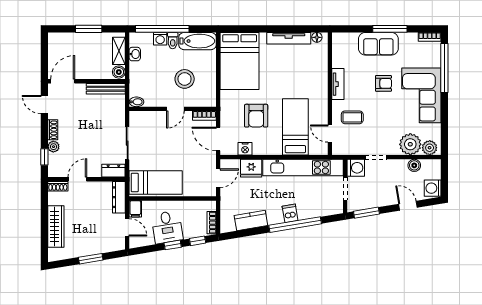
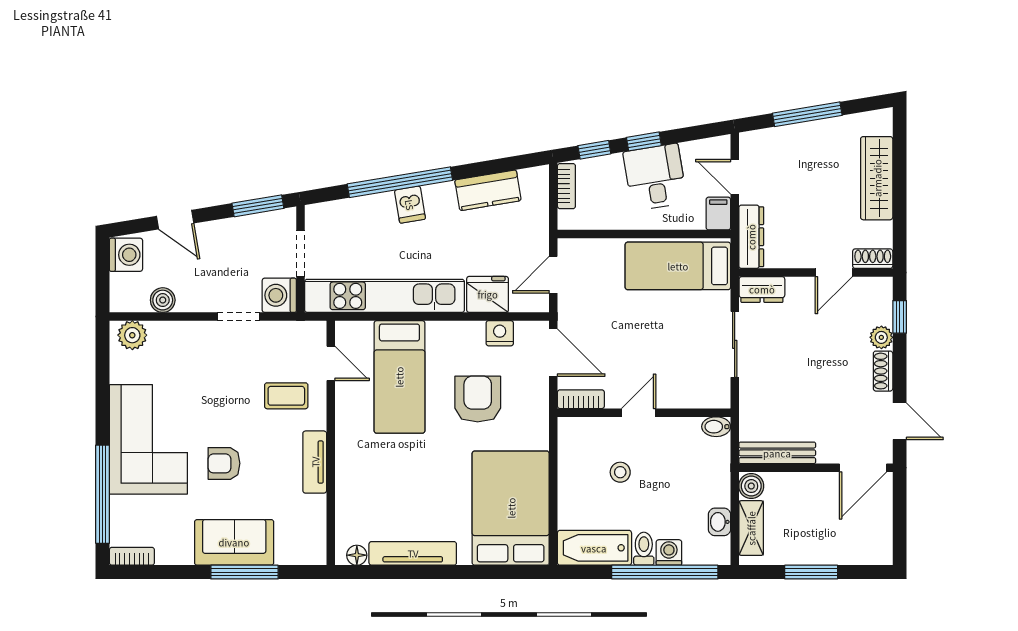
window: (390, 29) -> (245, 572), moved
stool: (185, 79) -> (620, 472), width x0.53, depth x0.53
plant: (410, 144) -> (171, 342), removed
window: (91, 259) -> (807, 114), width x1.44

